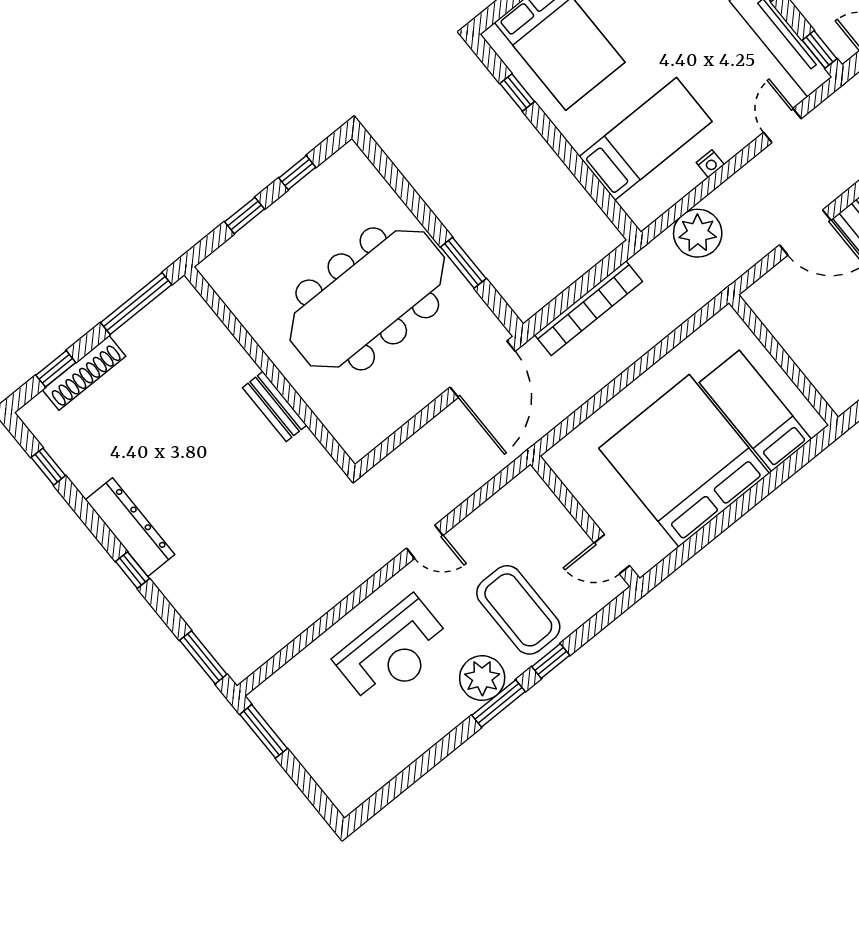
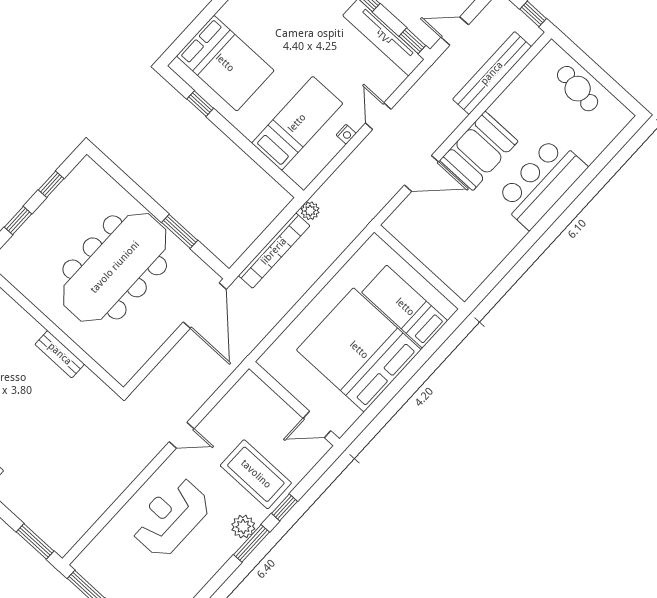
door: (782, 126) -> (378, 116), moved
plant: (698, 233) -> (310, 211), moved, width x0.53, depth x0.53
reception desk: (393, 652) -> (171, 517), turned 180
plant: (482, 678) -> (243, 527), width x0.73, depth x0.73

